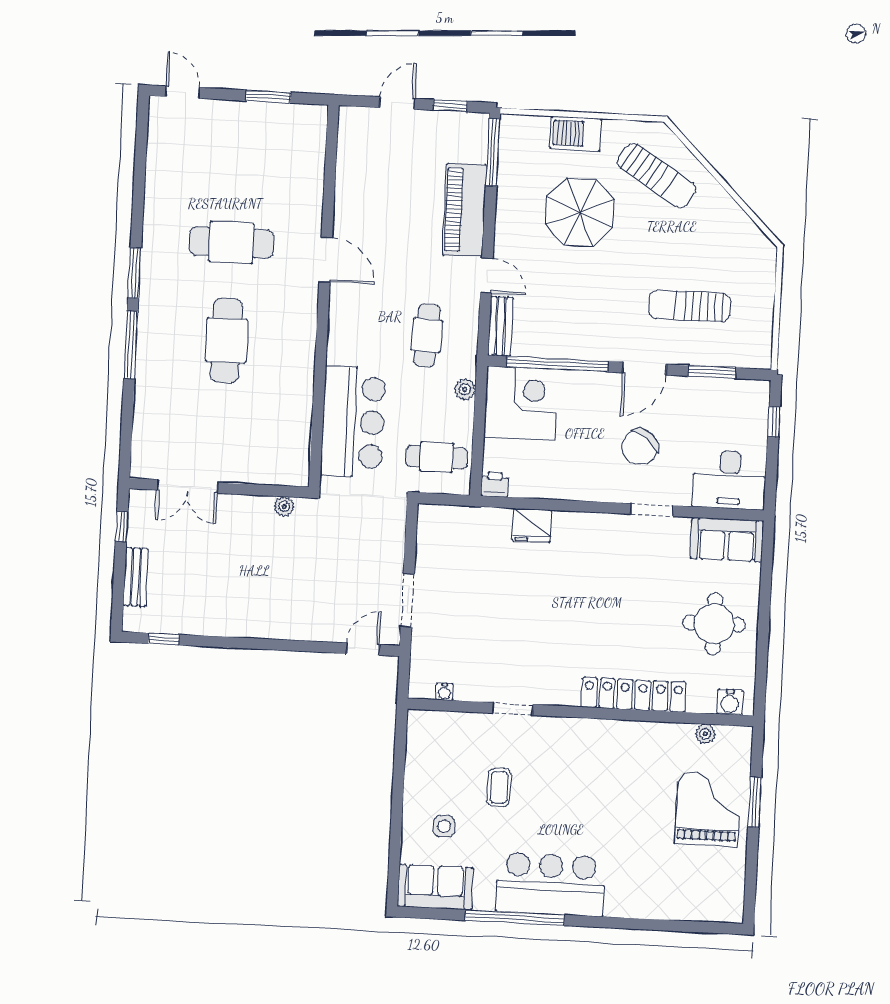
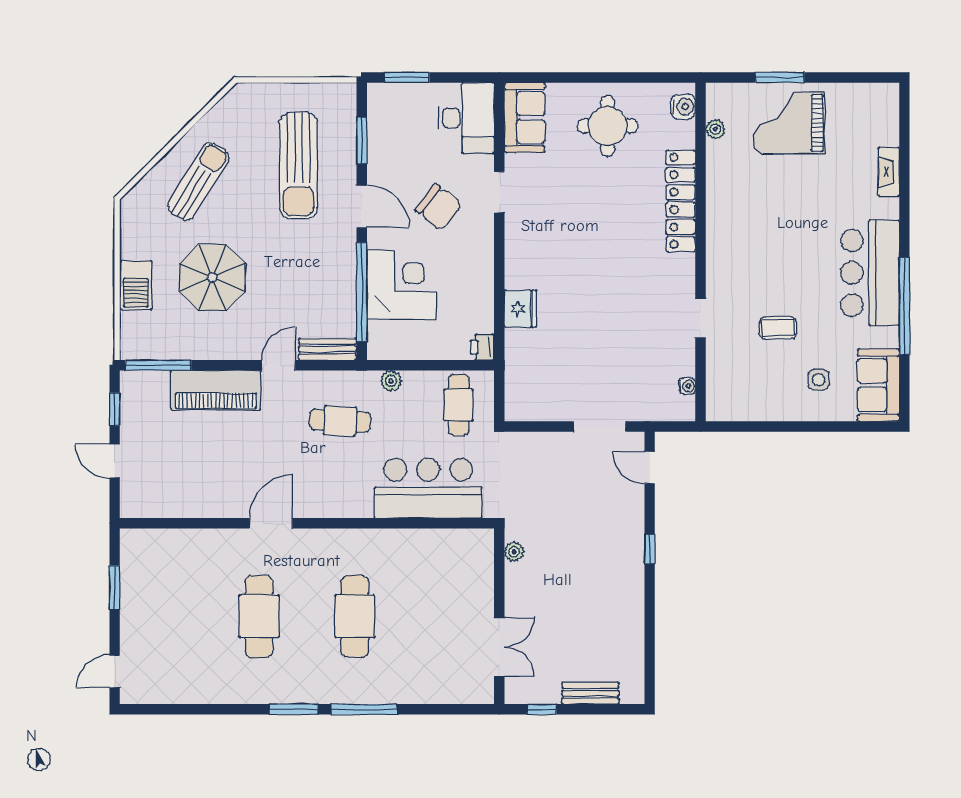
sun lounger: (657, 176) -> (198, 181), moved
sun lounger: (690, 306) -> (298, 166), width x1.36, depth x1.34
cafe table: (226, 340) -> (355, 616), turned 90
corner desk: (521, 403) -> (402, 285), moved, turned 90
window: (774, 421) -> (407, 77), width x1.50
window: (164, 639) -> (650, 549), moved
fireplace: (653, 909) -> (889, 172), added

